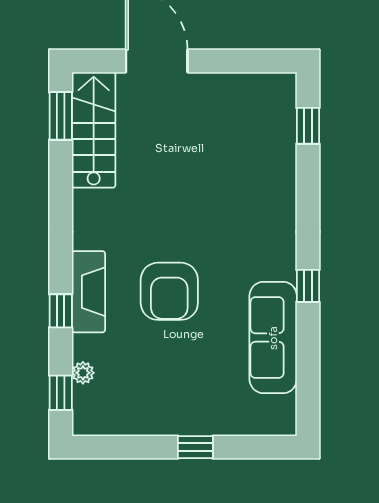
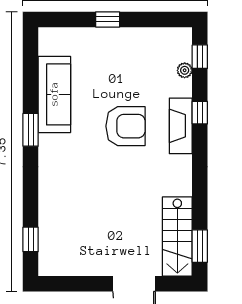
window: (308, 286) -> (31, 130), width x1.50
armchair: (169, 291) -> (126, 126), turned 90

